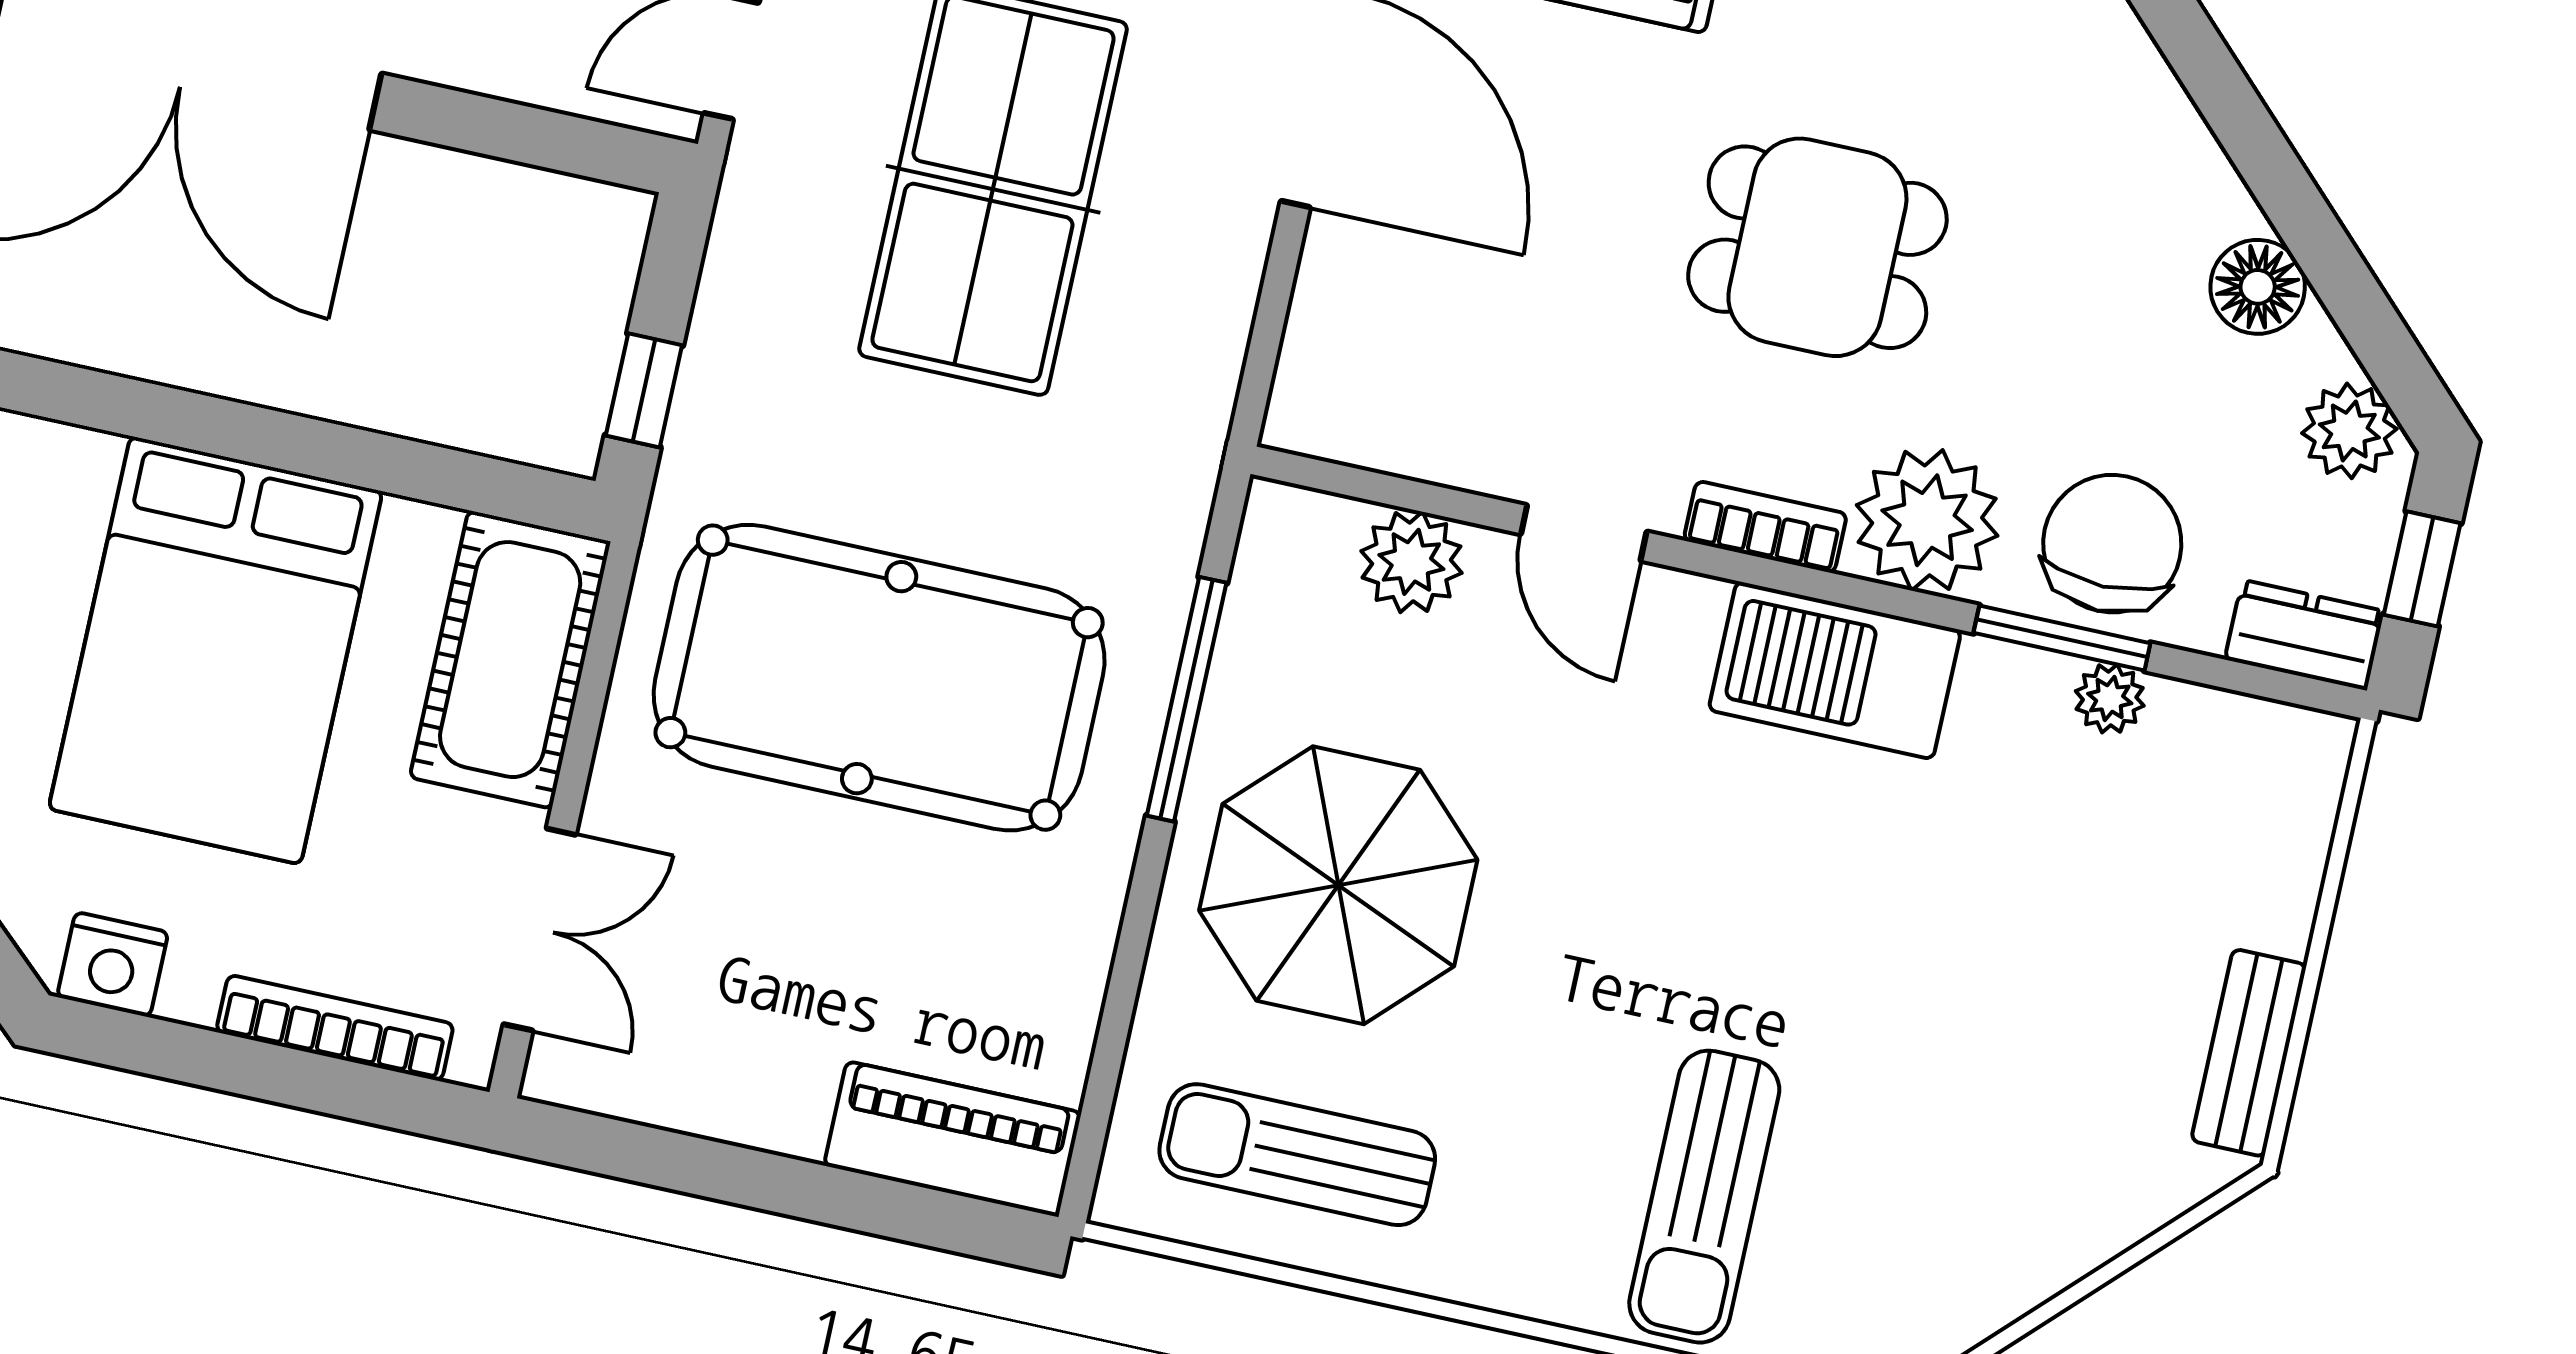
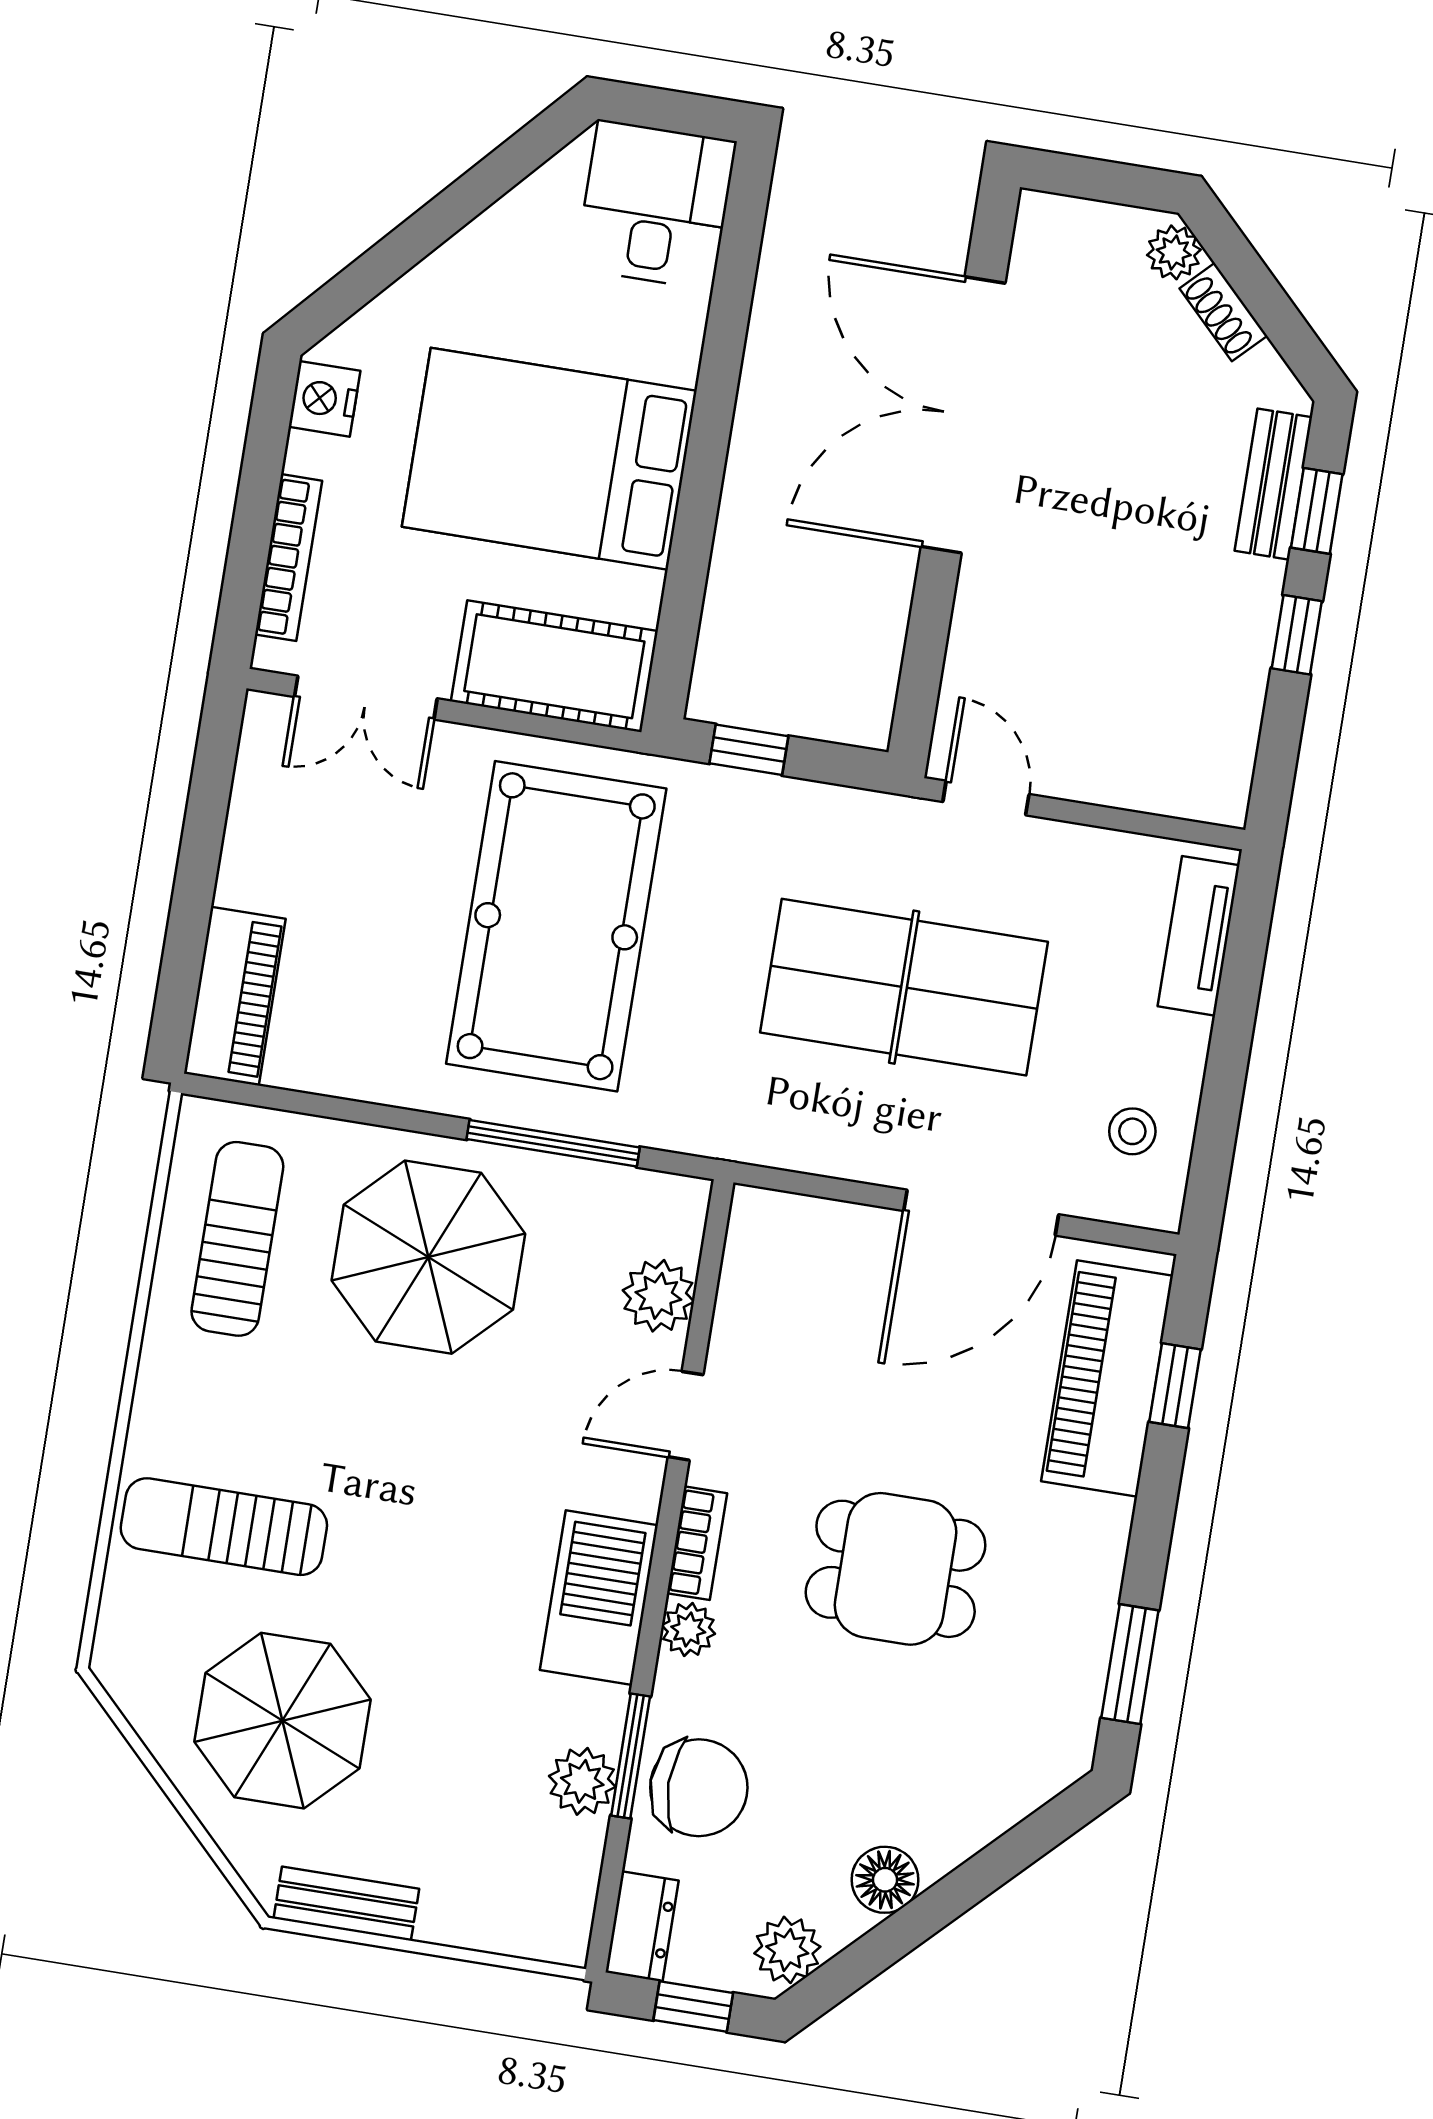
dining table: (1817, 247) -> (896, 1569), turned 90
plant: (1927, 520) -> (688, 1629), width x0.53, depth x0.53
plant: (2110, 698) -> (582, 1781), width x1.38, depth x1.38
parasol: (1984, 1129) -> (282, 1721), added

